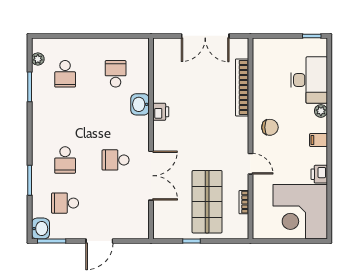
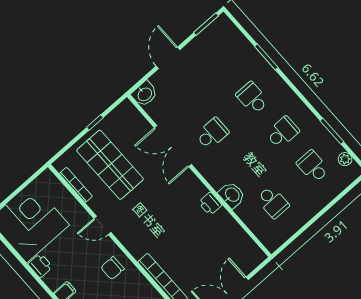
bookcase: (244, 202) -> (76, 185), width x1.56
school desk: (65, 203) -> (283, 132), moved
washbasin: (40, 229) -> (144, 94), moved, turned -90

